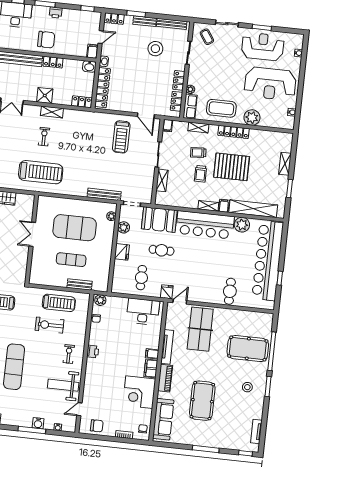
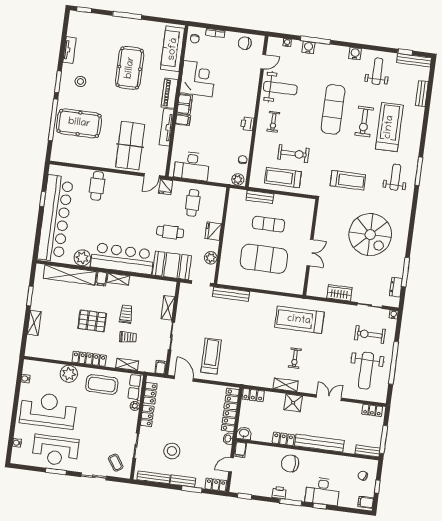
pallet: (232, 167) -> (92, 321), width x0.73, depth x0.71
plant: (111, 216) -> (224, 270), removed
tv unit: (256, 431) -> (70, 50), moved

